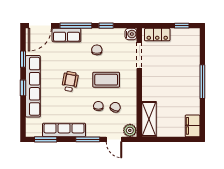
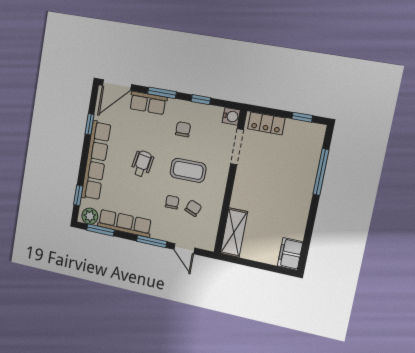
window: (76, 26) -> (162, 93), width x0.69
window: (202, 82) -> (321, 172), moved
window: (23, 88) -> (78, 195), moved
plant: (130, 130) -> (90, 216), moved

